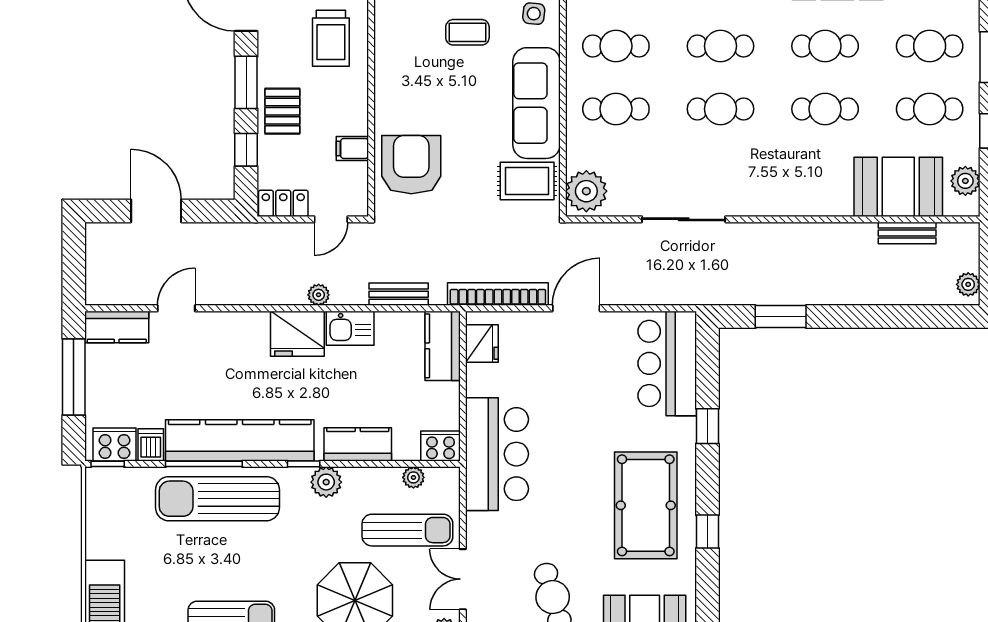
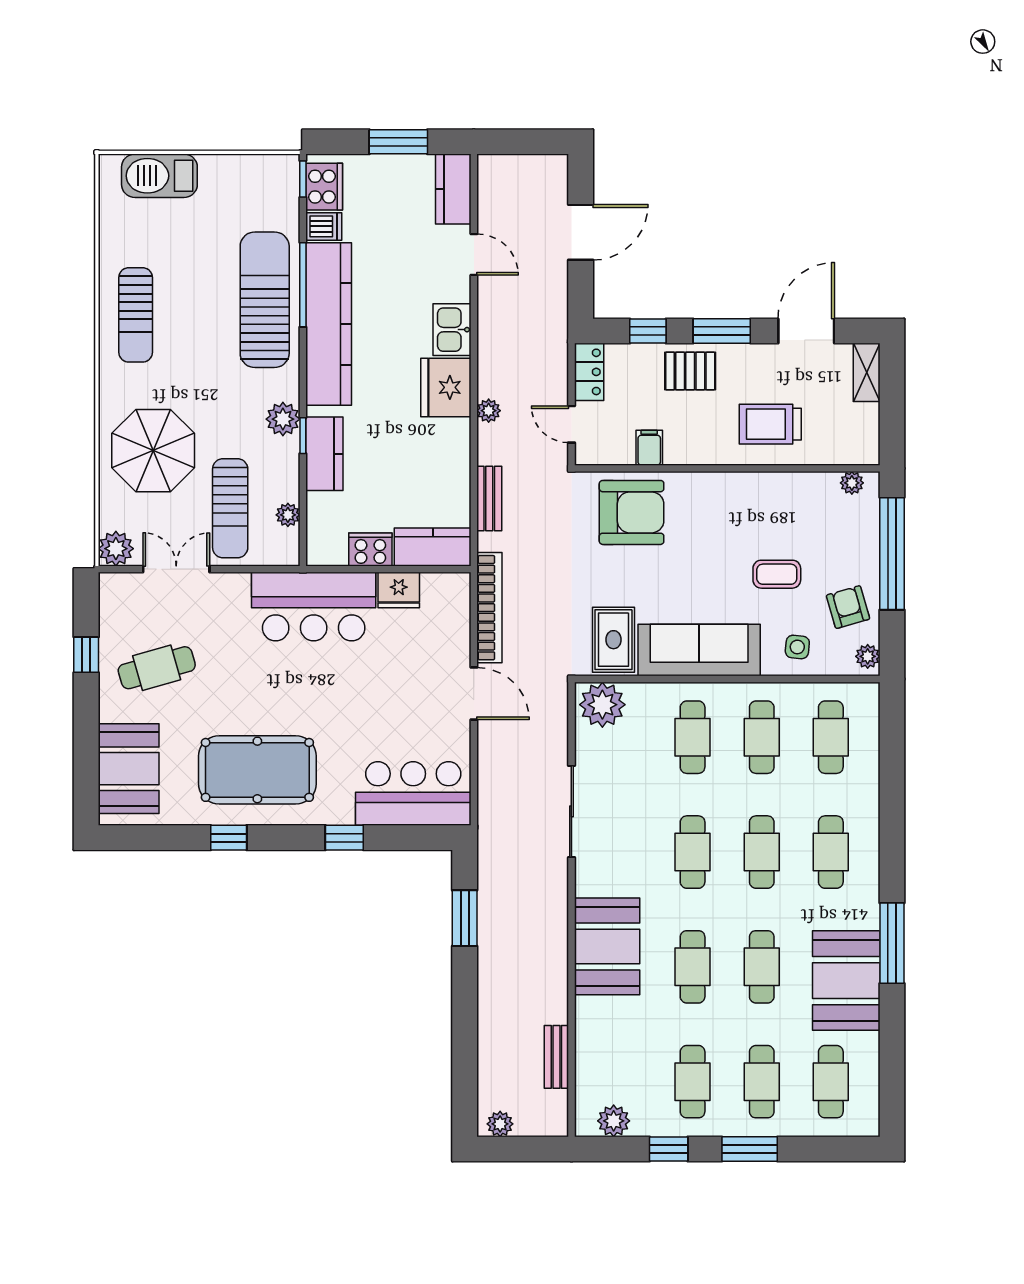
coffee table: (467, 32) -> (777, 574), turned 90
booth: (898, 187) -> (607, 946), moved
kitchen sink: (350, 328) -> (452, 330), moved
fridge: (482, 343) -> (399, 590), moved
window: (74, 377) -> (398, 142), width x0.69
cooker: (441, 446) -> (370, 549), moved, turned -90
window: (304, 464) -> (303, 436), moved

